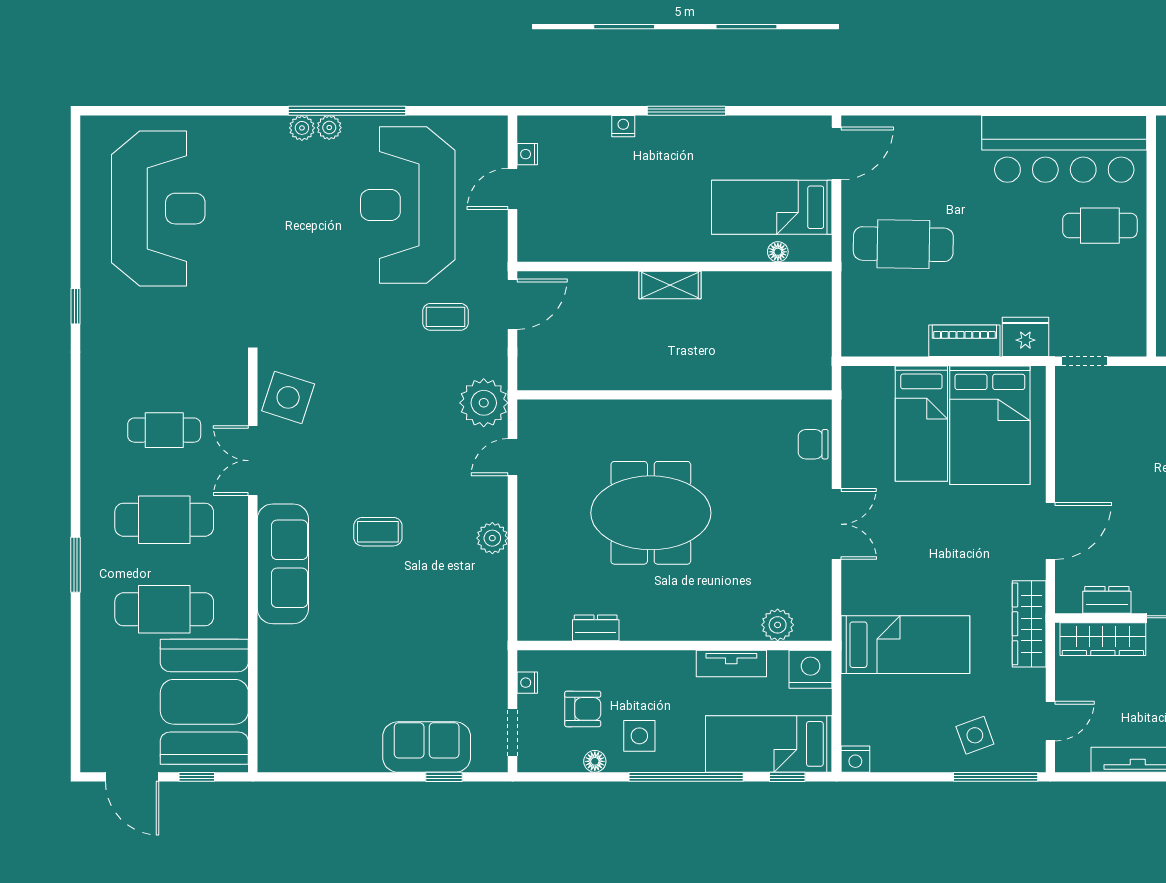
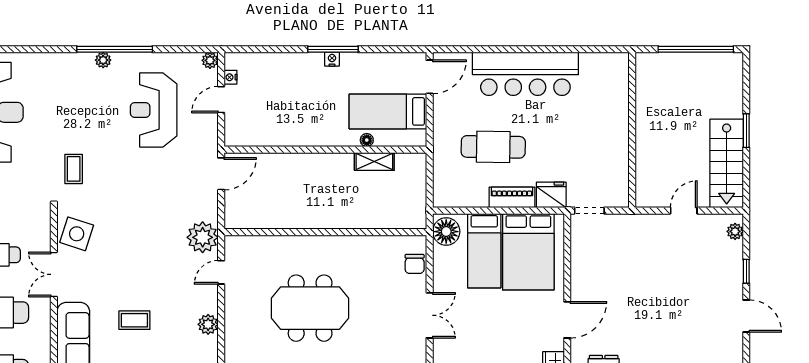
nightstand: (623, 126) -> (332, 59), moved
plant: (302, 128) -> (210, 60), moved
bar counter: (1064, 149) -> (525, 74), moved
reception desk: (408, 205) -> (154, 110), width x0.74, depth x0.77
cafe table: (1100, 226) -> (599, 123), removed
cafe table: (903, 244) -> (493, 147), moved
floor lamp: (778, 252) -> (367, 140), moved
shelving: (670, 285) -> (374, 161), moved
coffee table: (445, 317) -> (74, 169), moved, turned 90
floor lamp: (862, 394) -> (446, 232), added
chair: (813, 444) -> (415, 264), turned -90

